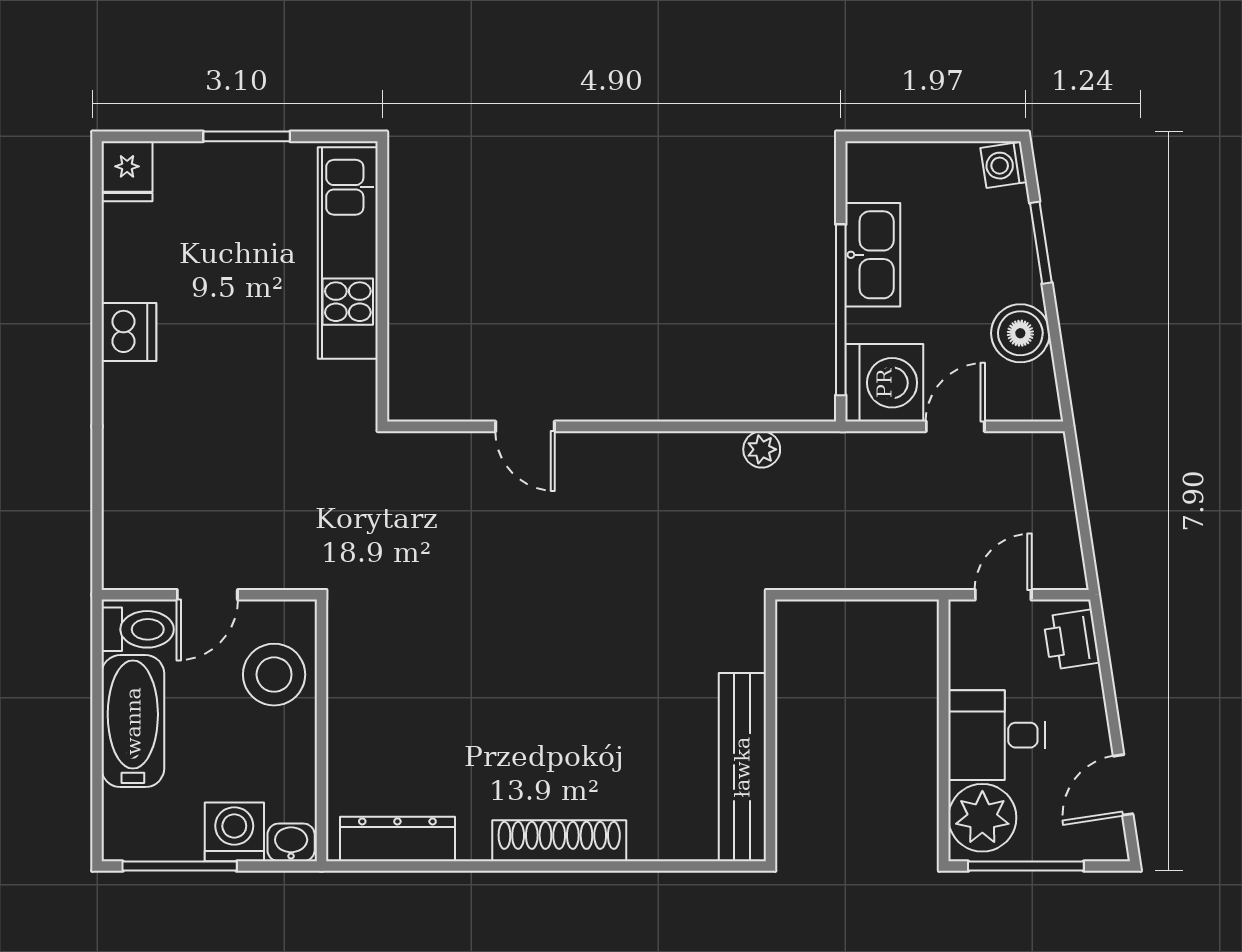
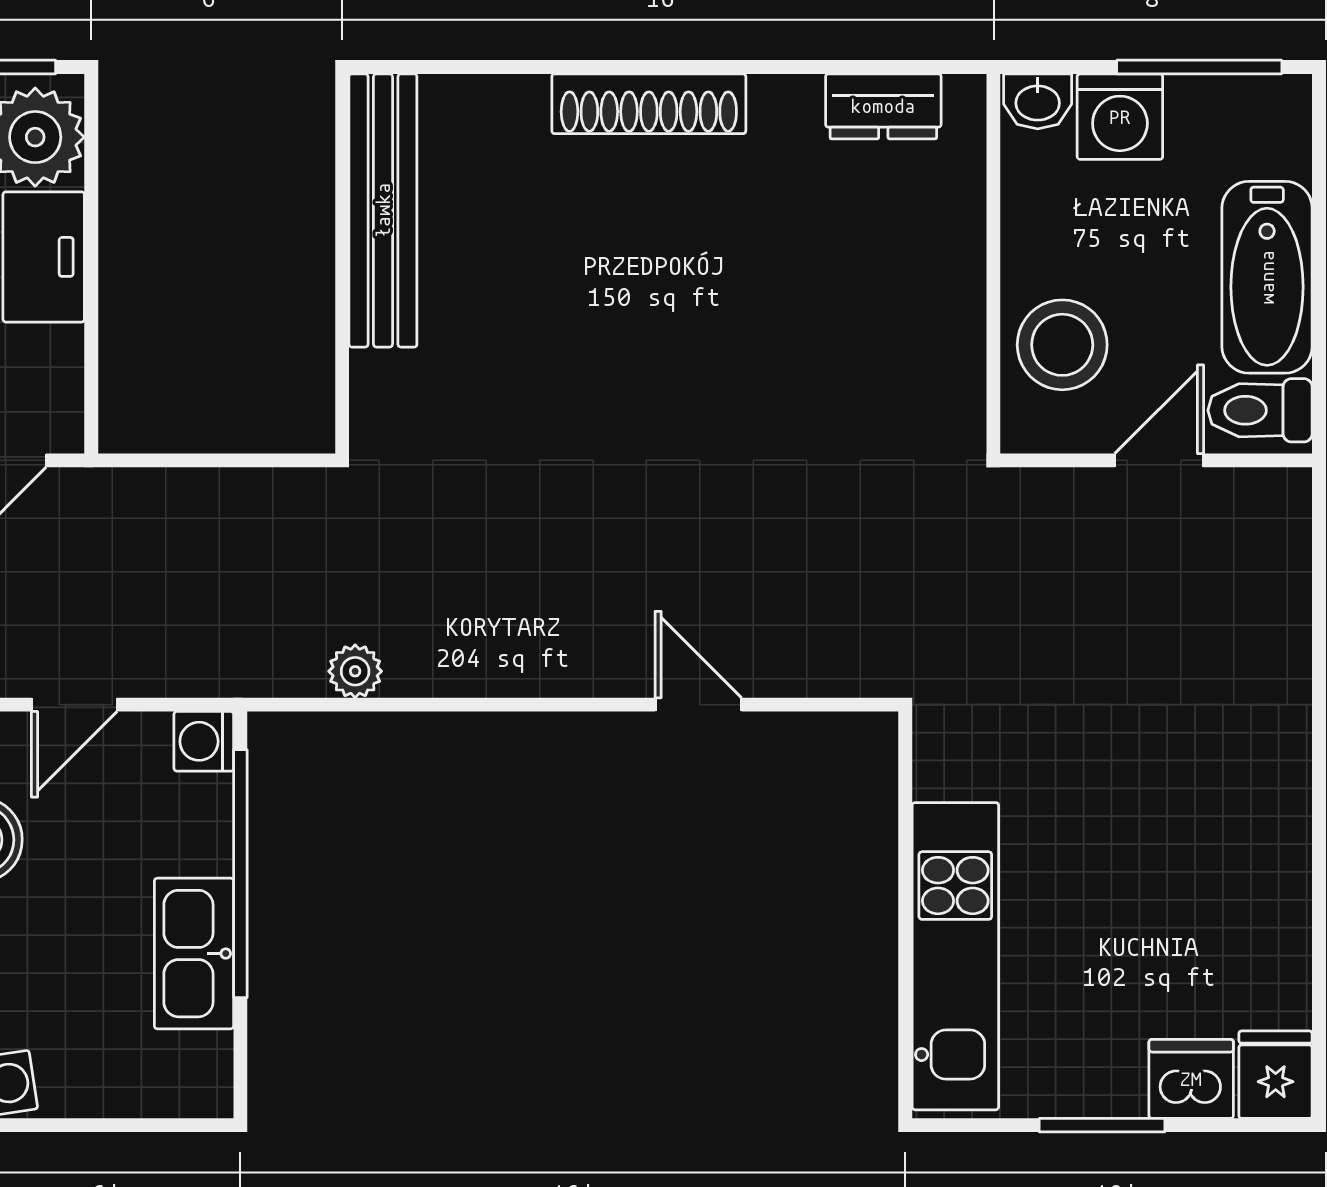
dishwasher: (129, 332) -> (1191, 1079), moved, turned 90
washing machine: (884, 383) -> (204, 741), width x0.53, depth x0.53
dresser: (397, 839) -> (883, 106), width x0.70

